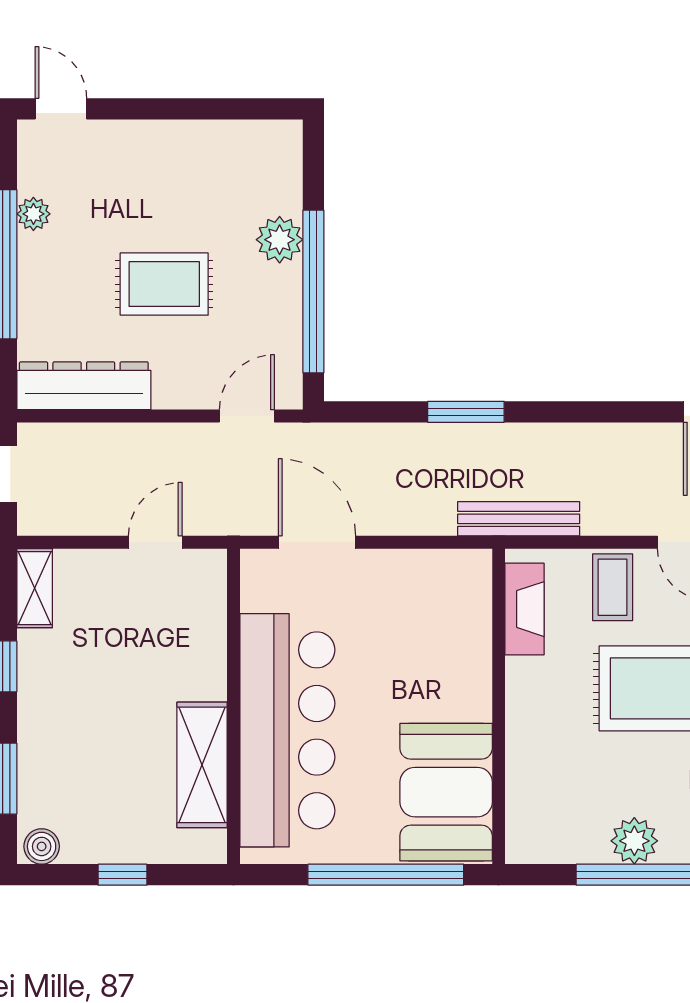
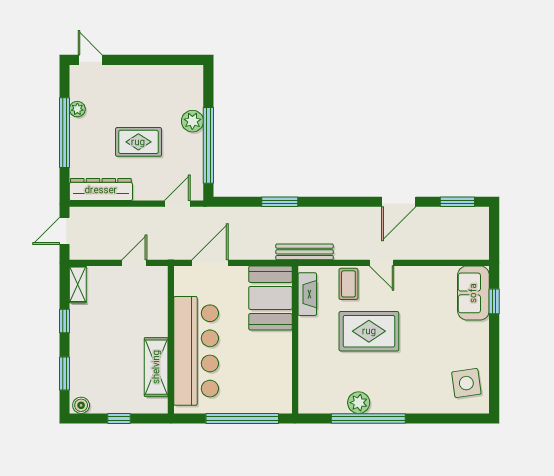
door: (317, 542) -> (210, 263), hinge flipped
booth: (446, 792) -> (271, 298), moved

